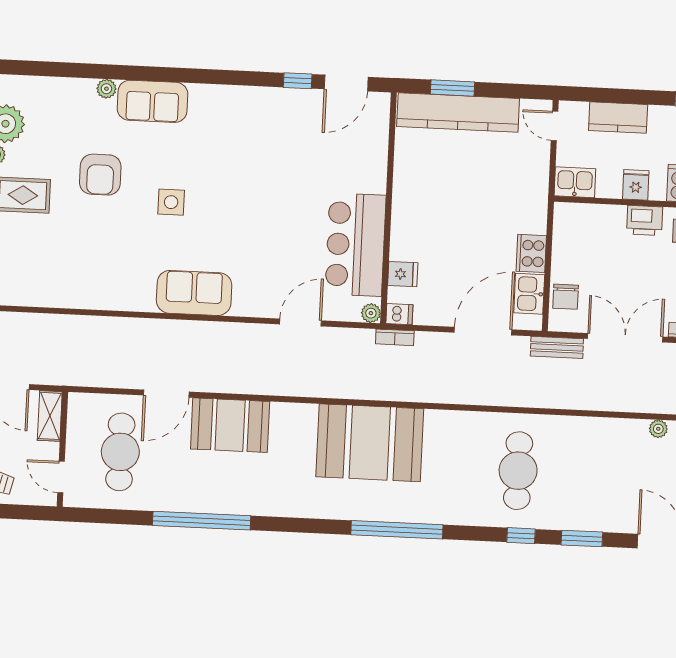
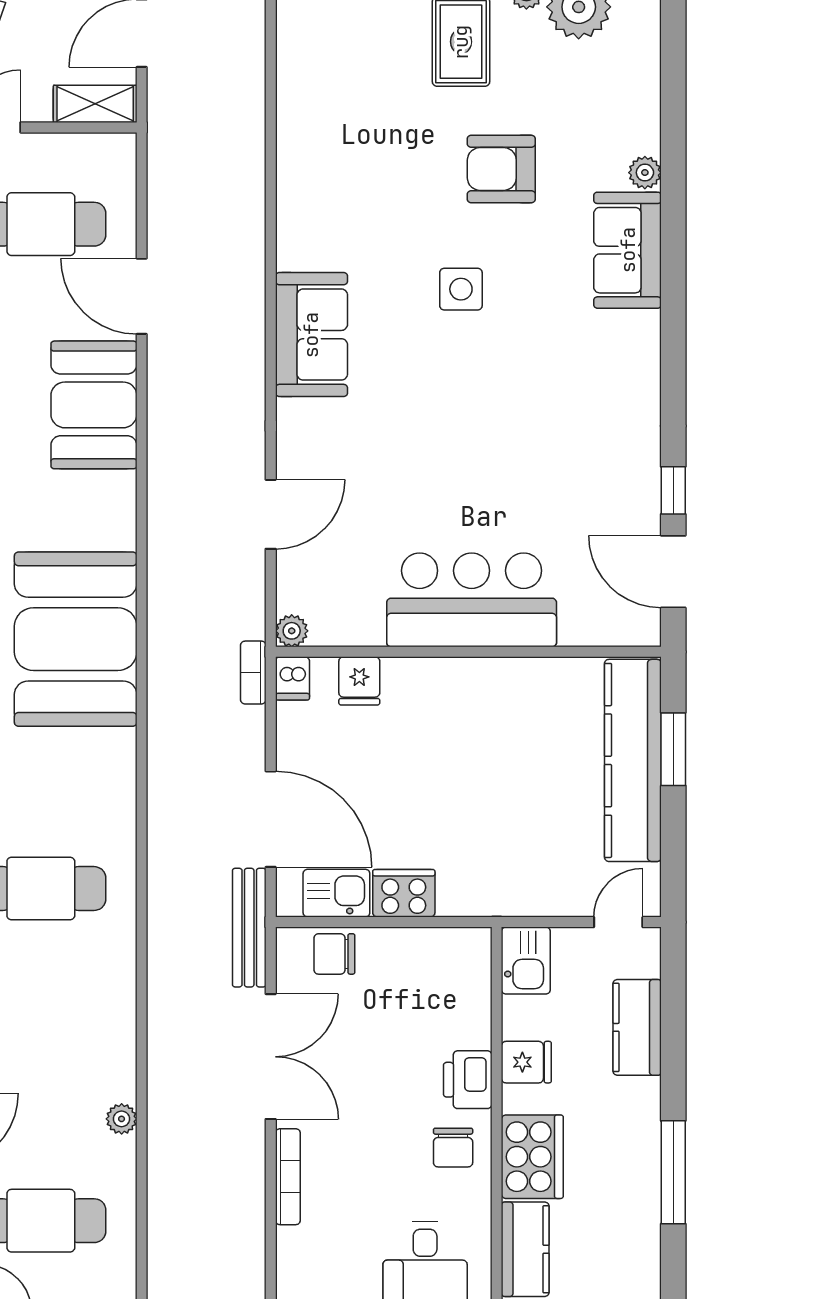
bar counter: (356, 245) -> (472, 600), moved
door: (301, 322) -> (271, 514), hinge flipped
bench: (557, 347) -> (249, 928), width x1.36

